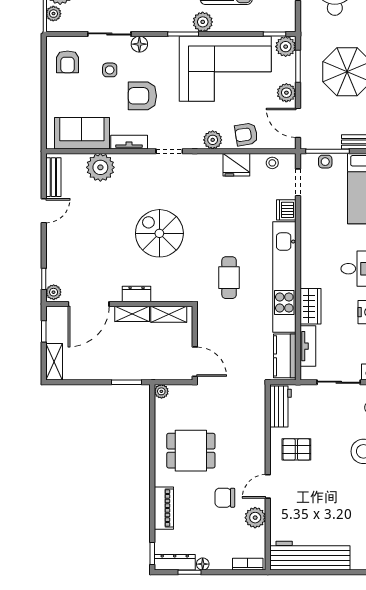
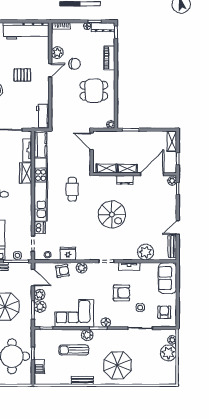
floor lamp: (139, 44) -> (106, 322), moved
plant: (286, 47) -> (40, 307), moved
corner sofa: (225, 69) -> (74, 313), width x0.73, depth x0.74
sofa: (82, 133) -> (167, 278), moved, turned 90
pallet: (296, 449) -> (22, 75), moved

